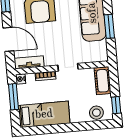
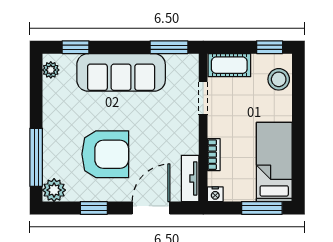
window: (109, 26) -> (169, 47), moved
doorway: (68, 67) -> (203, 98), moved
window: (13, 97) -> (262, 208), moved

